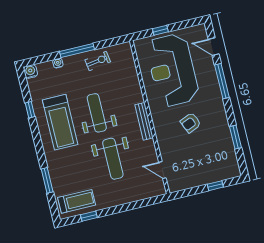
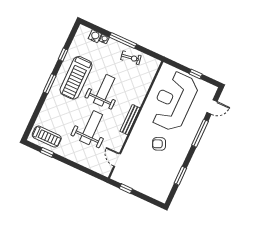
window: (160, 30) -> (196, 74), moved
door: (214, 47) -> (212, 107), swing flipped
water cooler: (30, 71) -> (95, 36), moved
weight bench: (113, 159) -> (91, 128), turned 180
window: (47, 180) -> (50, 84), moved
window: (215, 186) -> (126, 189), moved

